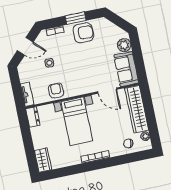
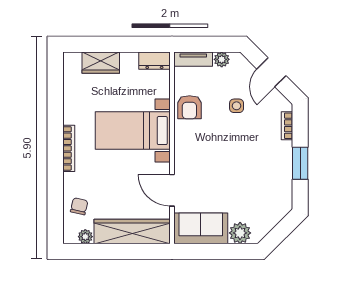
armchair: (83, 33) -> (274, 171), removed
plant: (24, 77) -> (222, 59), added
armchair: (56, 91) -> (189, 107), turned 90
door: (107, 91) -> (172, 190), hinge flipped
wardrobe: (43, 160) -> (101, 63), moved

